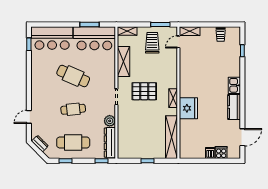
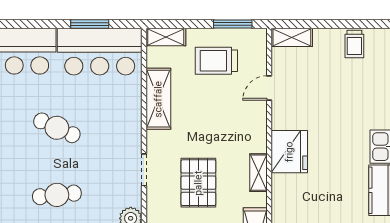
door: (178, 42) -> (269, 88), moved
trolley: (152, 43) -> (216, 61), turned -90
cafe table: (73, 76) -> (57, 128), width x0.73, depth x0.74
pallet: (144, 91) -> (198, 183), moved, turned 90
fridge: (188, 108) -> (289, 152), moved

